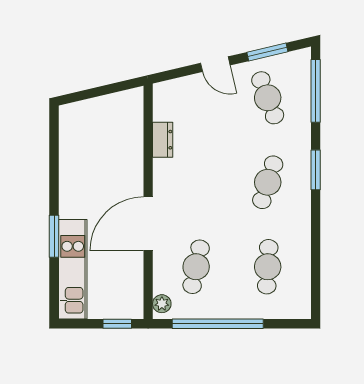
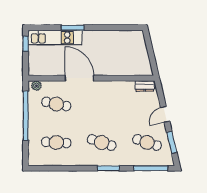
cafe table: (268, 98) -> (147, 142), turned 39
dresser: (163, 140) -> (145, 86), moved
window: (117, 324) -> (26, 44), moved

